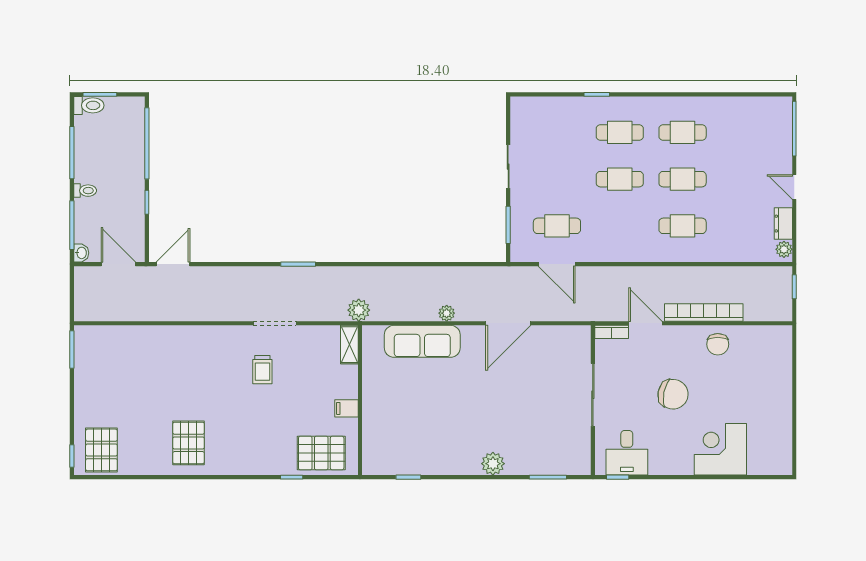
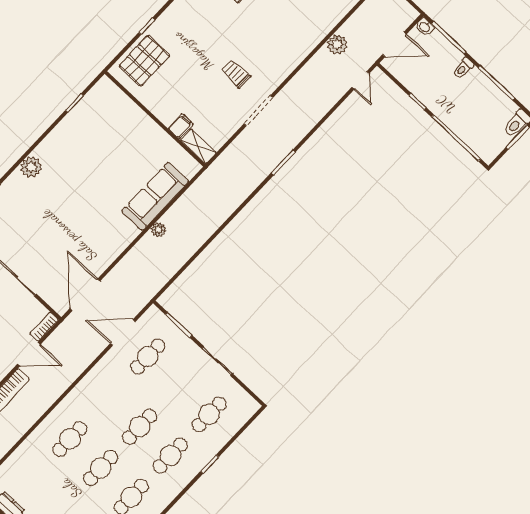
cafe table: (557, 132) -> (209, 414), added
door: (173, 264) -> (361, 80), width x0.73
plant: (359, 310) -> (337, 44), moved
door: (508, 323) -> (85, 295), moved
filing cabinet: (346, 408) -> (181, 126), moved

